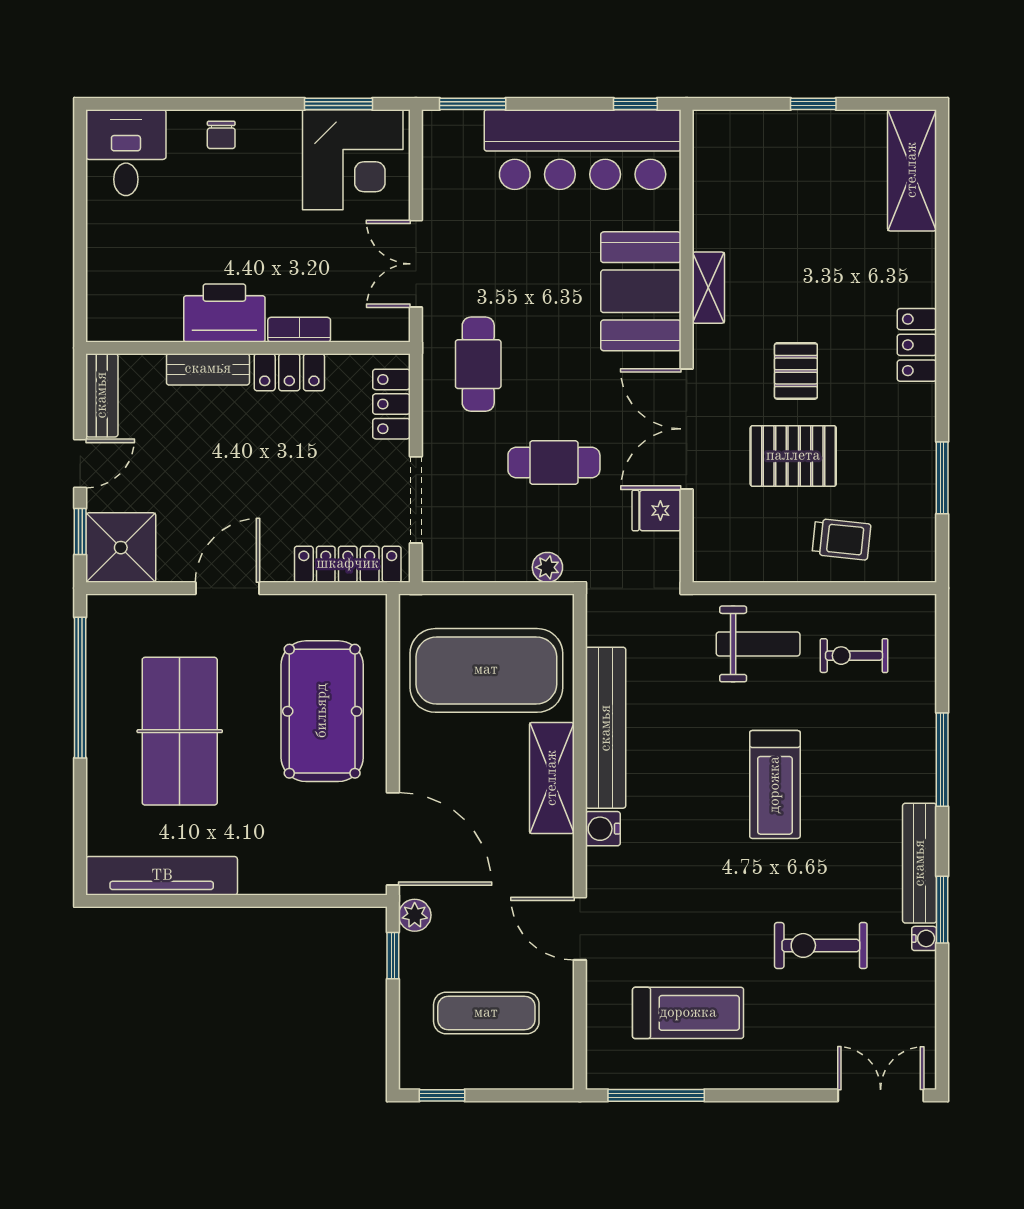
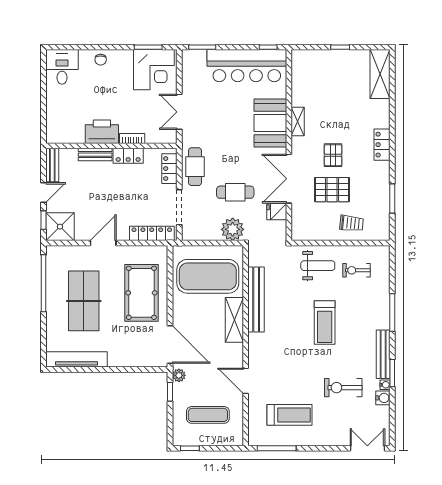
cafe table: (478, 364) -> (195, 167), moved
plant: (547, 567) -> (233, 229), width x1.88, depth x1.88
water cooler: (603, 829) -> (383, 398), moved, turned 180

